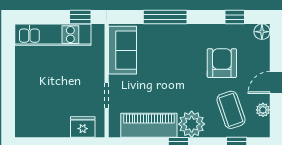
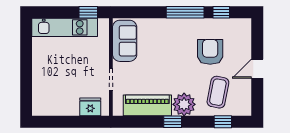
window: (165, 17) -> (185, 12), moved
floor lamp: (262, 32) -> (245, 25), removed
coffee table: (231, 110) -> (218, 92), turned 30
plant: (263, 110) -> (245, 92), removed

